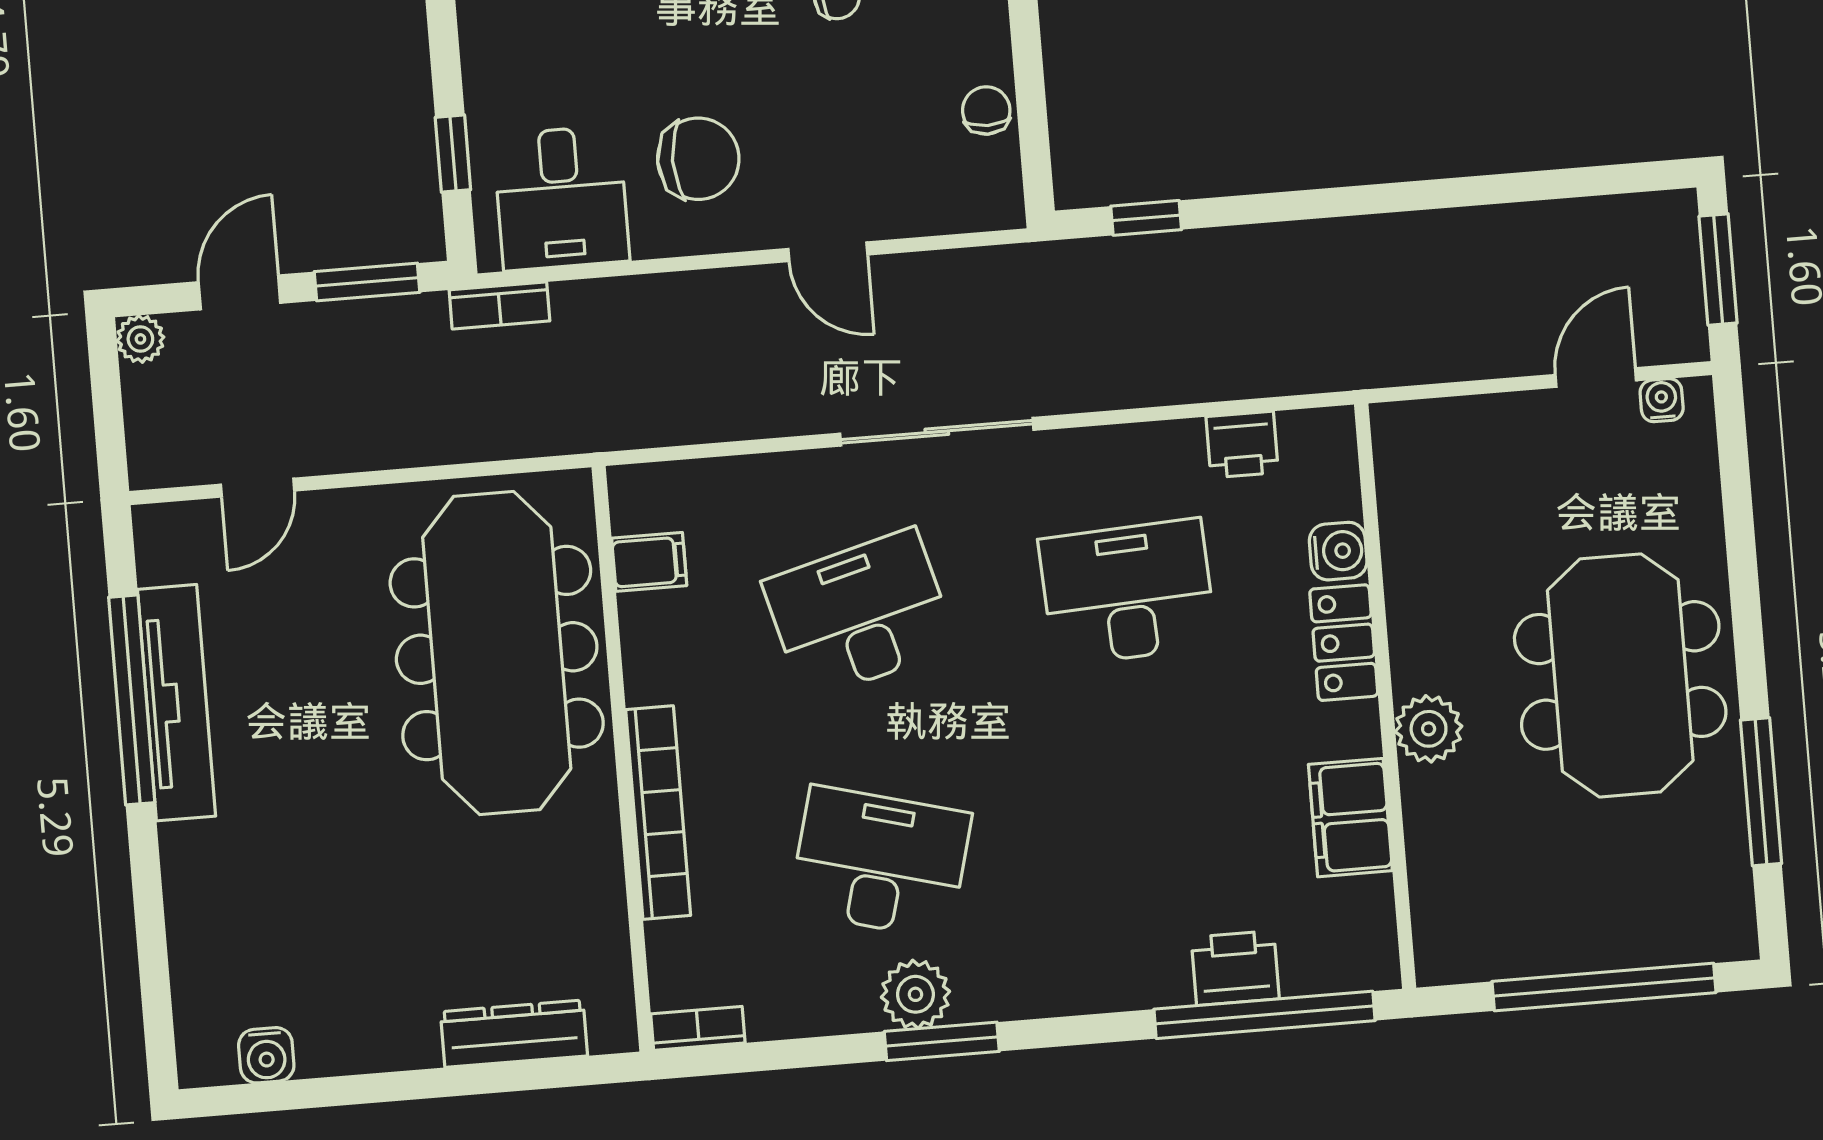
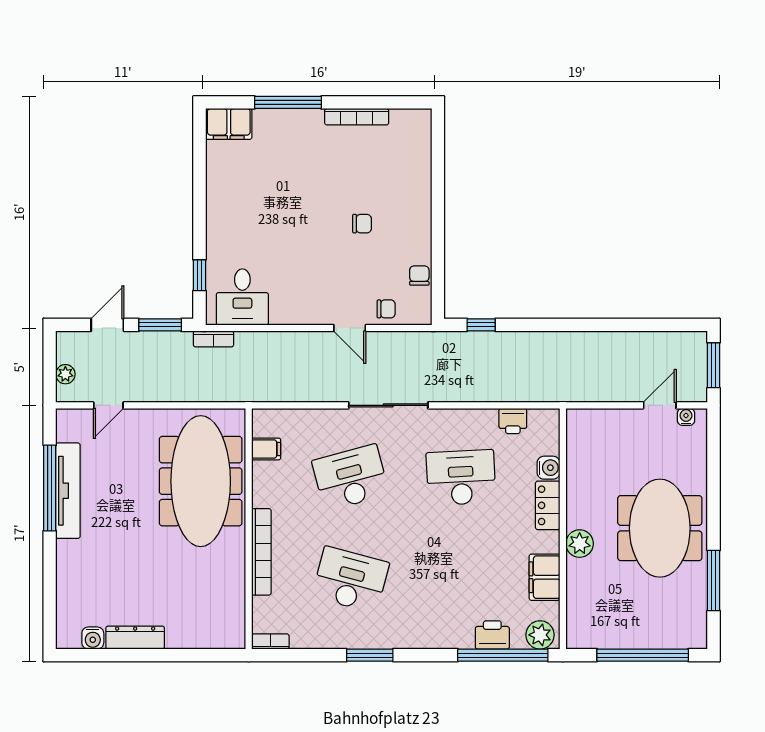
chair: (698, 159) -> (386, 309), moved, width x0.54, depth x0.54
plant: (140, 339) -> (65, 374), moved
plant: (915, 994) -> (540, 635), moved
dresser: (514, 1034) -> (135, 638), moved

